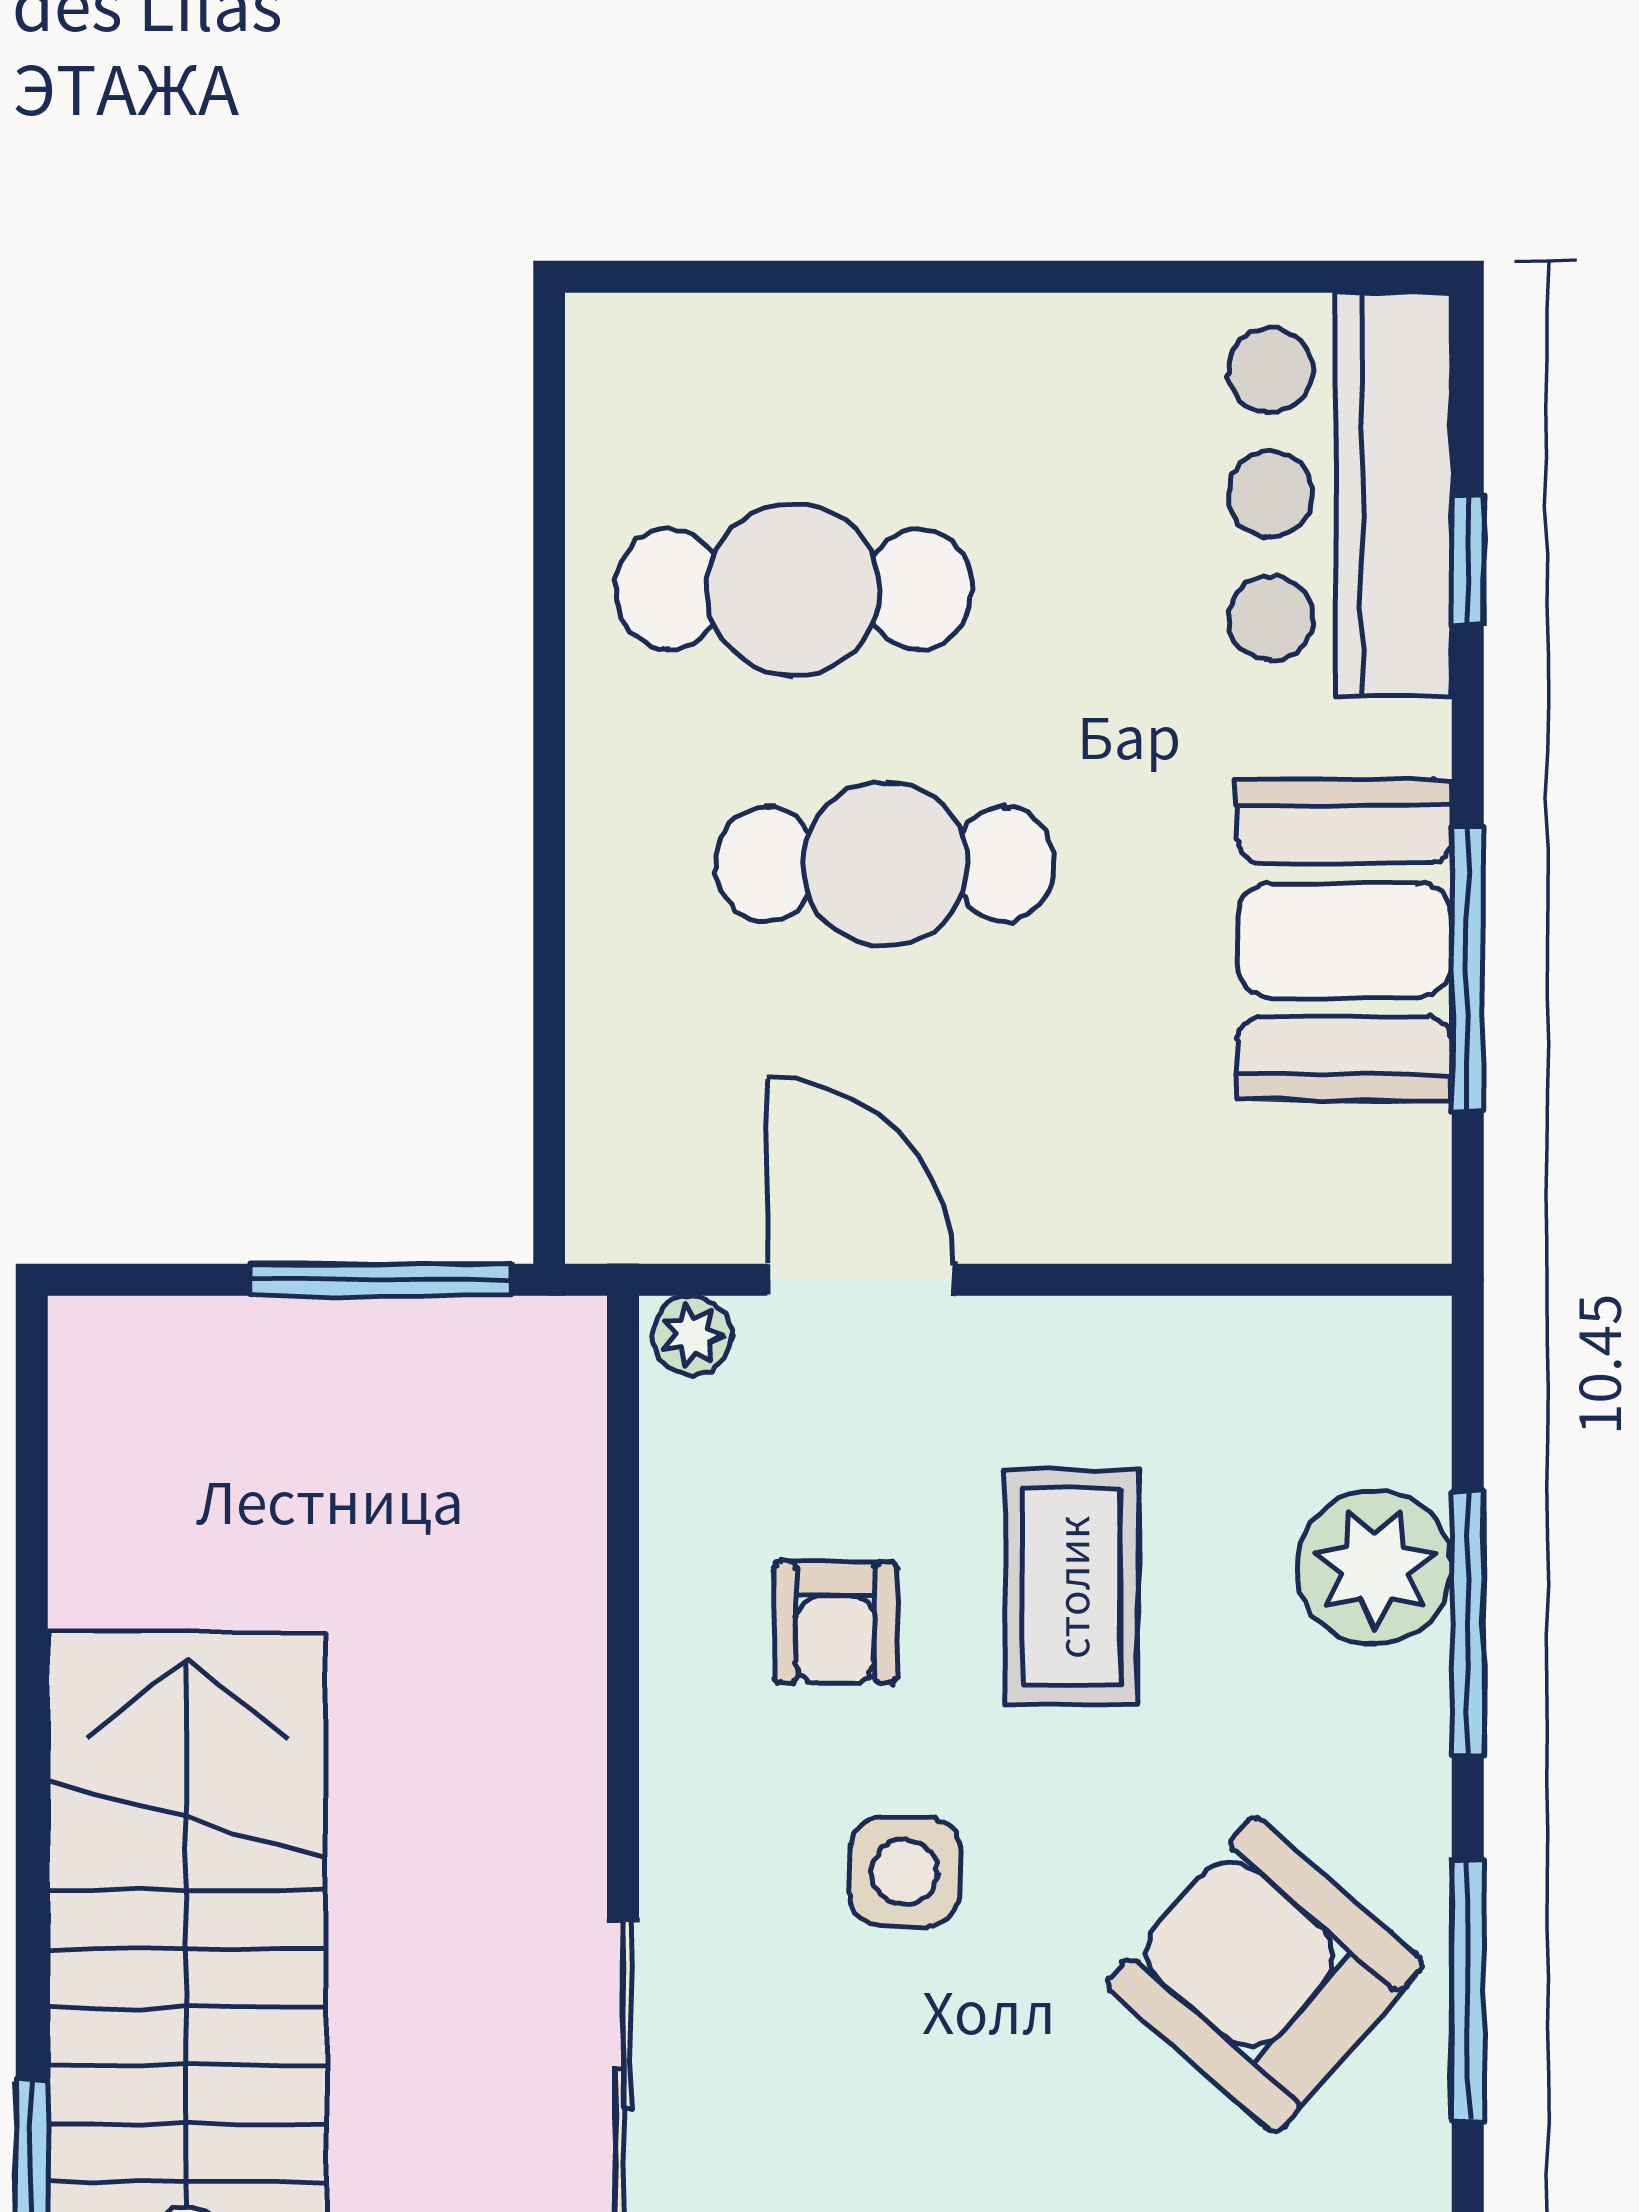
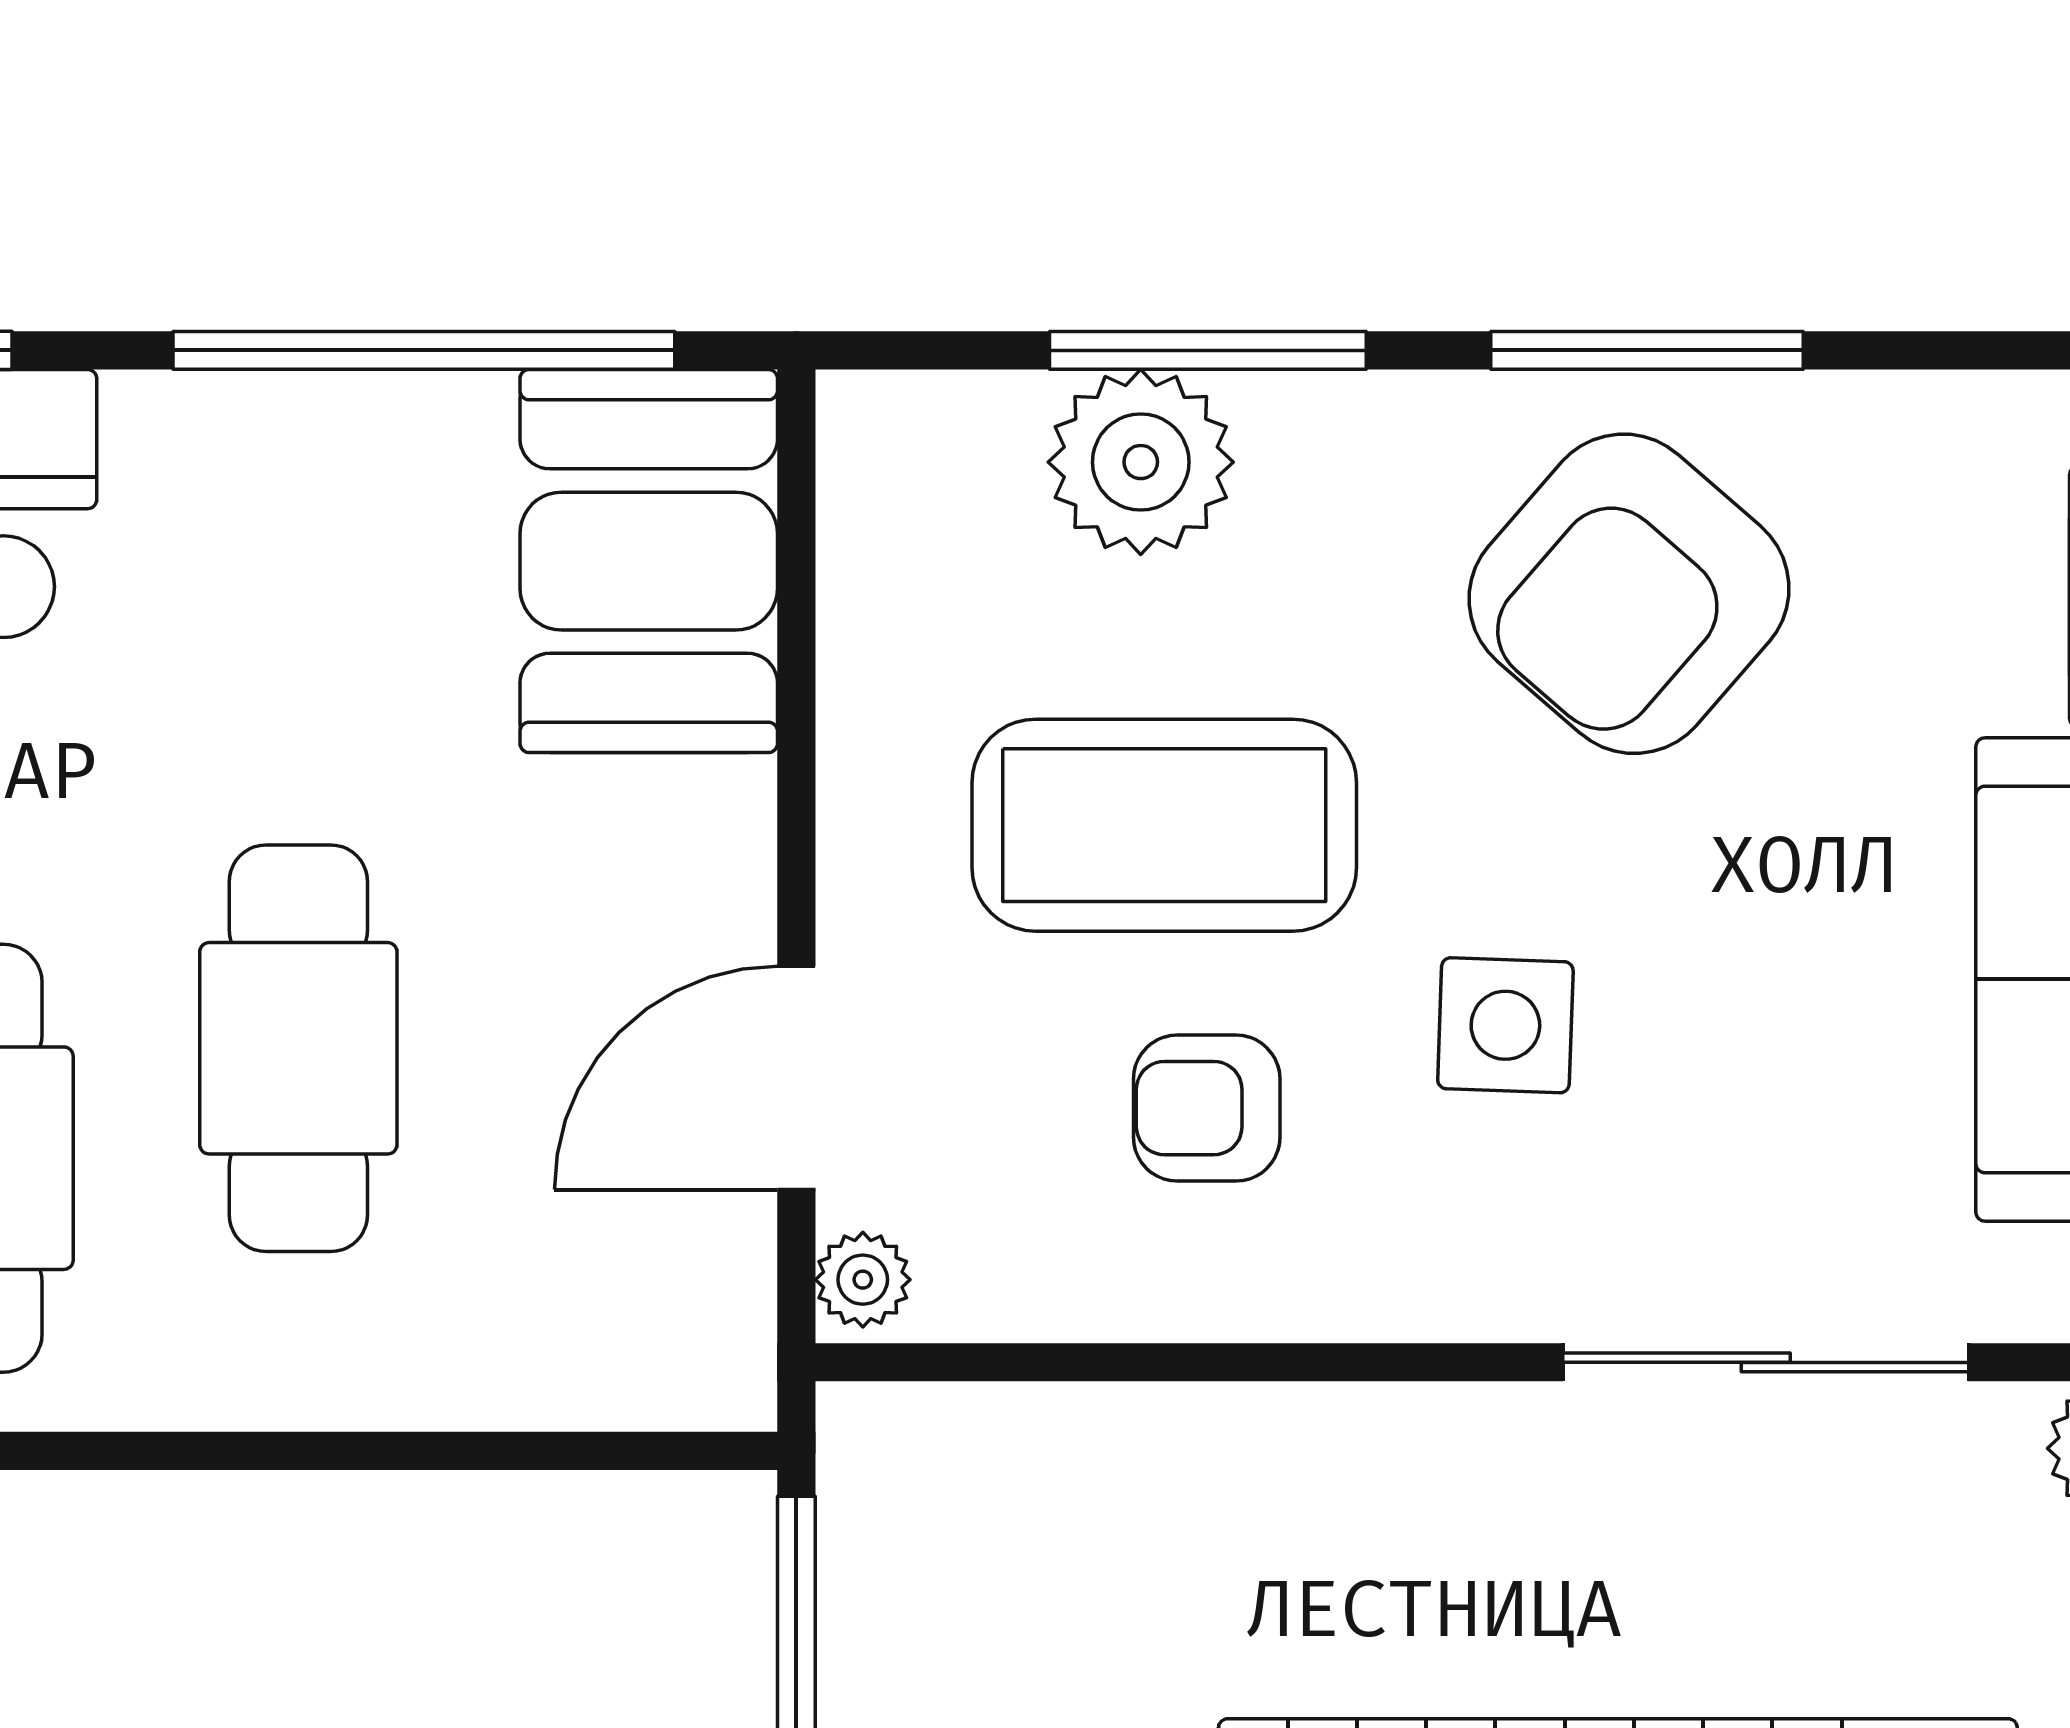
booth: (1345, 940) -> (649, 561), moved, turned 90
window: (1468, 969) -> (424, 350), width x1.46
coffee table: (1071, 1587) -> (1164, 825), width x1.36, depth x1.32
armchair: (835, 1622) -> (1207, 1108), turned 180

